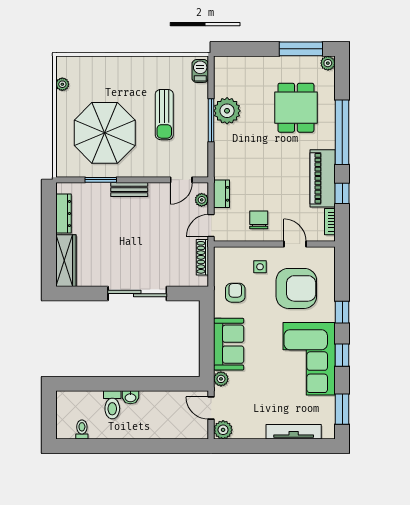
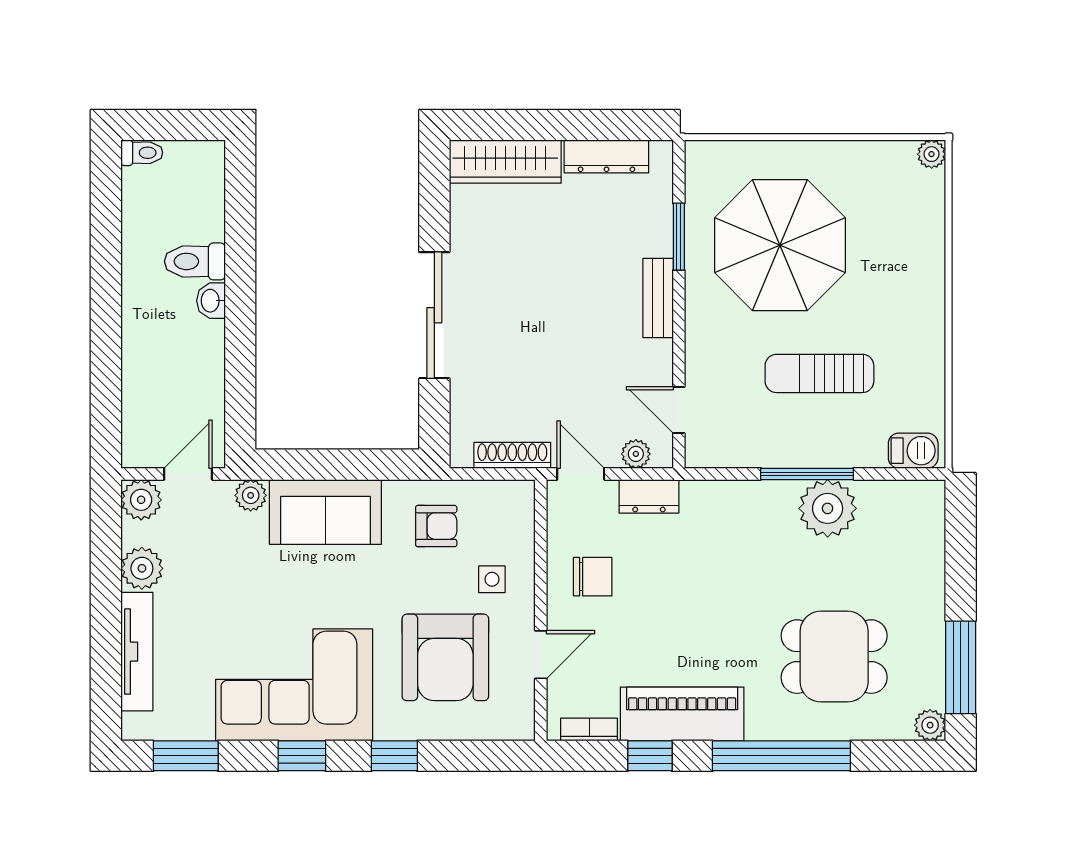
plant: (62, 84) -> (932, 154), moved
plant: (255, 429) -> (142, 568), added
toilet: (82, 430) -> (142, 153), moved

